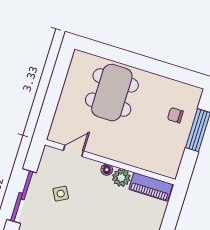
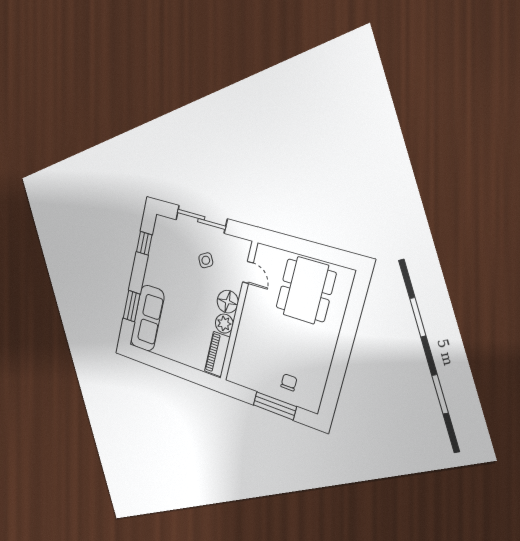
dining table: (112, 93) -> (306, 290), moved, turned 90
floor lamp: (107, 170) -> (228, 302), width x1.89, depth x1.89

